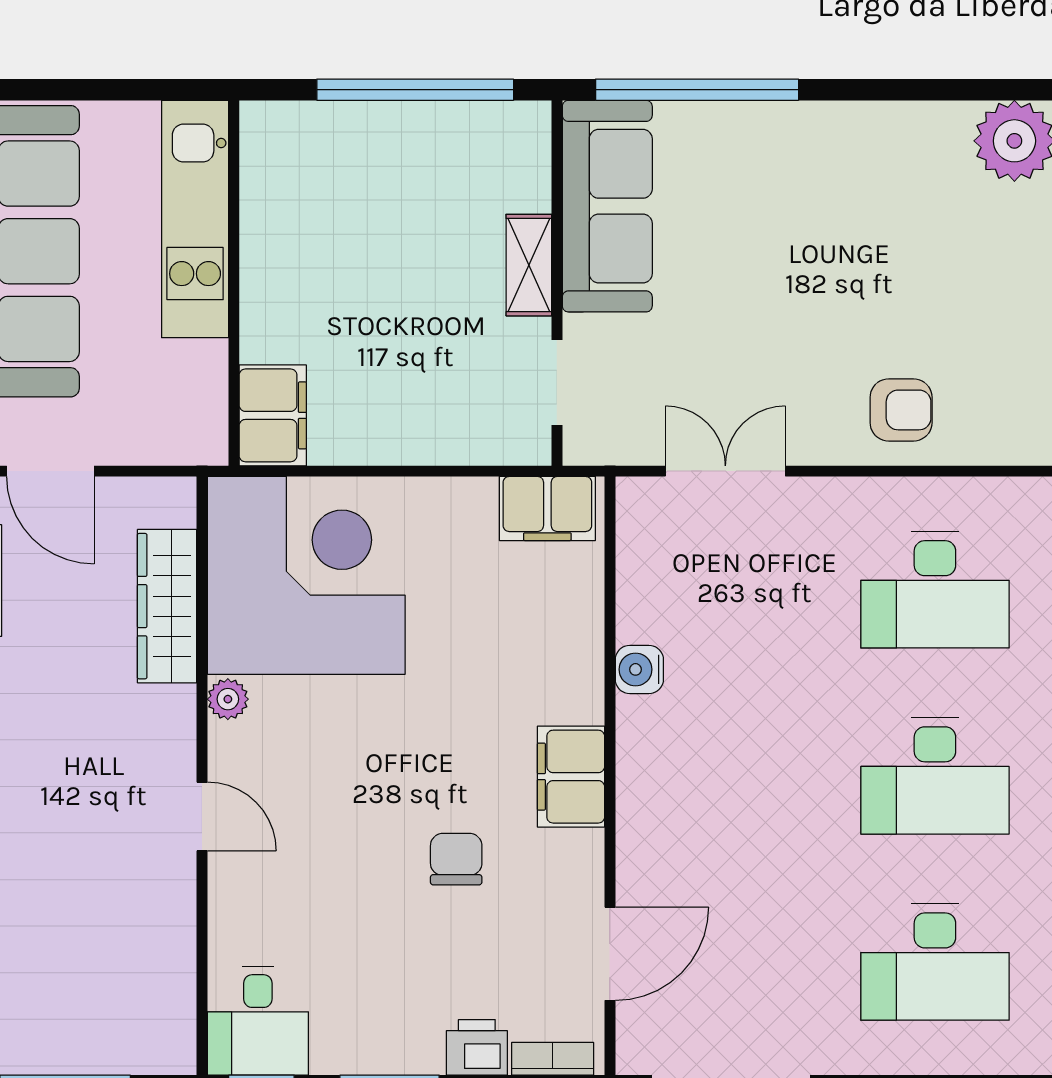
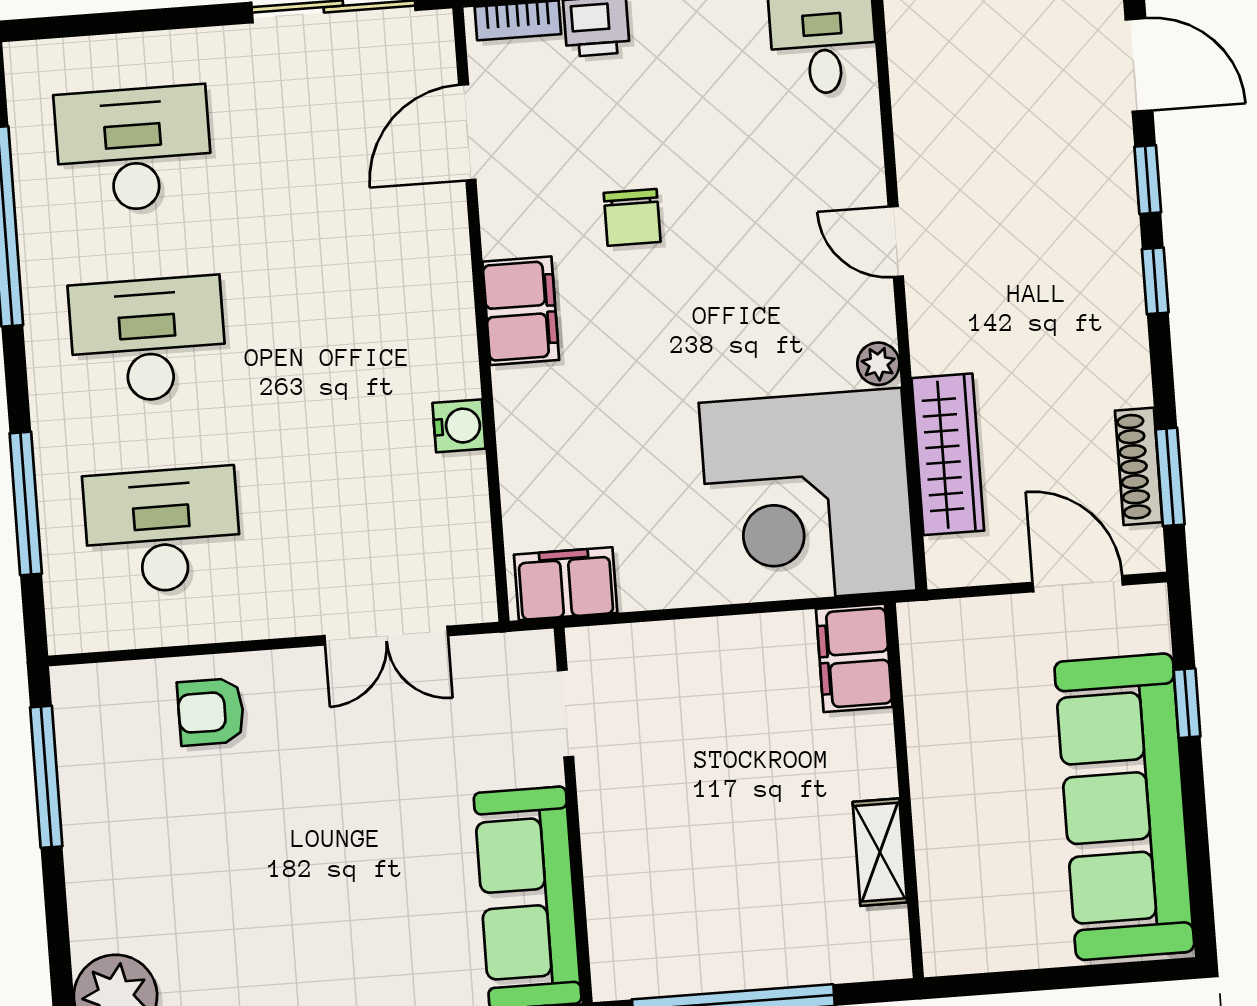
kitchen unit: (195, 219) -> (949, 853), removed
shelving: (529, 265) -> (880, 852), moved

